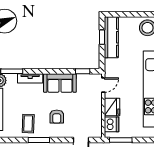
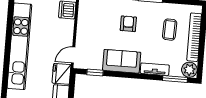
fridge: (112, 107) -> (61, 74), moved
coffee table: (28, 124) -> (170, 30), moved

